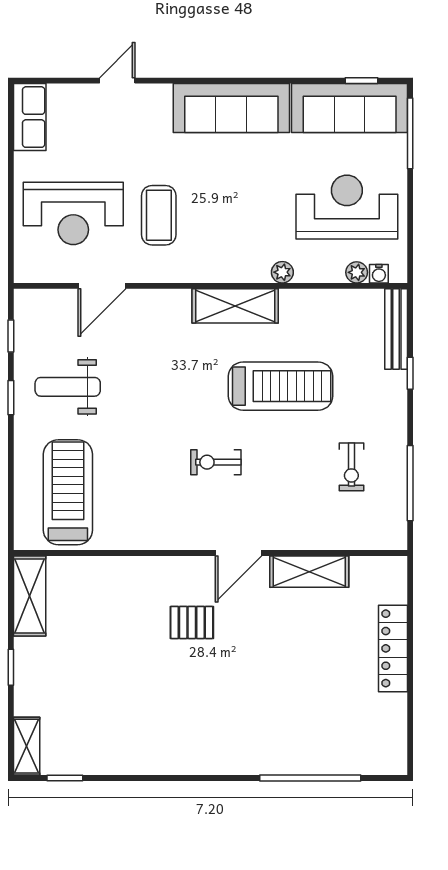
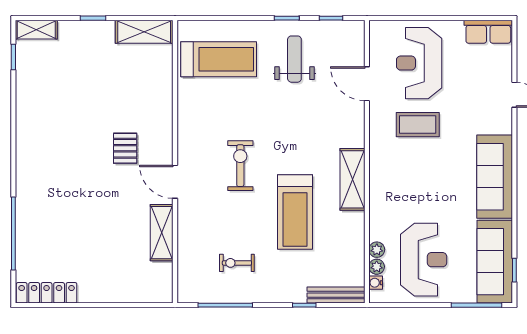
plant: (282, 272) -> (377, 250), moved
exercise bike: (216, 462) -> (240, 166), width x1.38, depth x1.39
locker: (393, 648) -> (47, 293), moved

